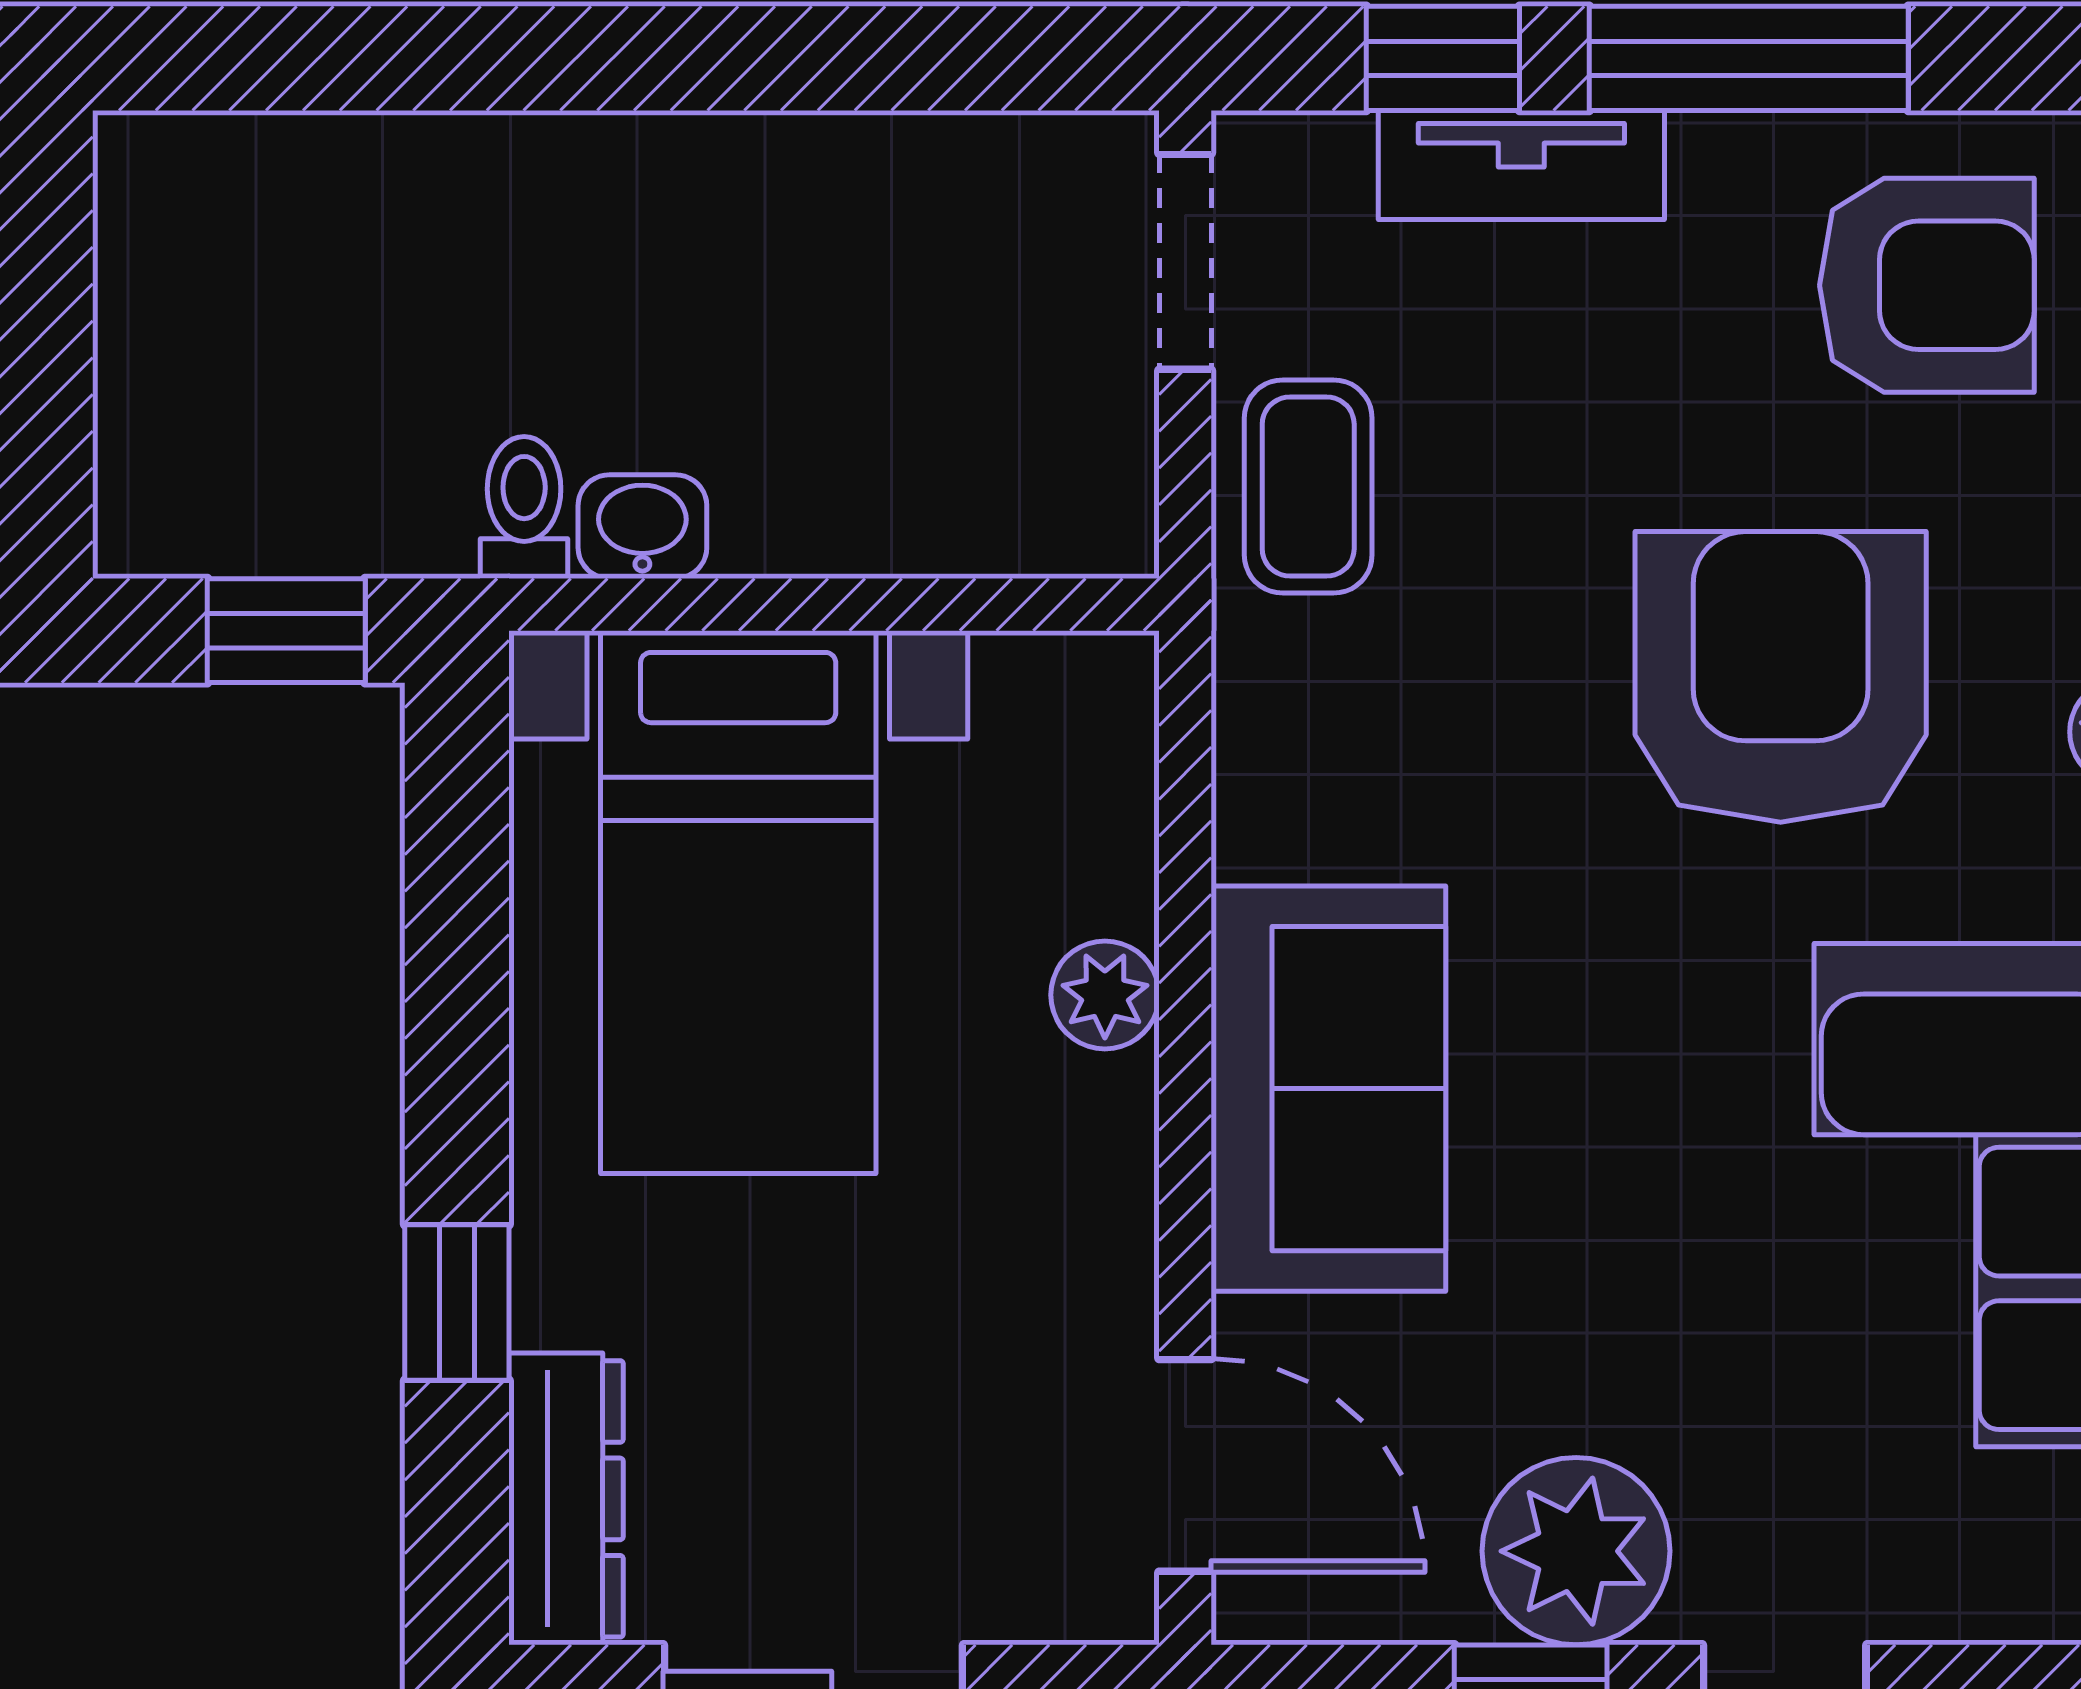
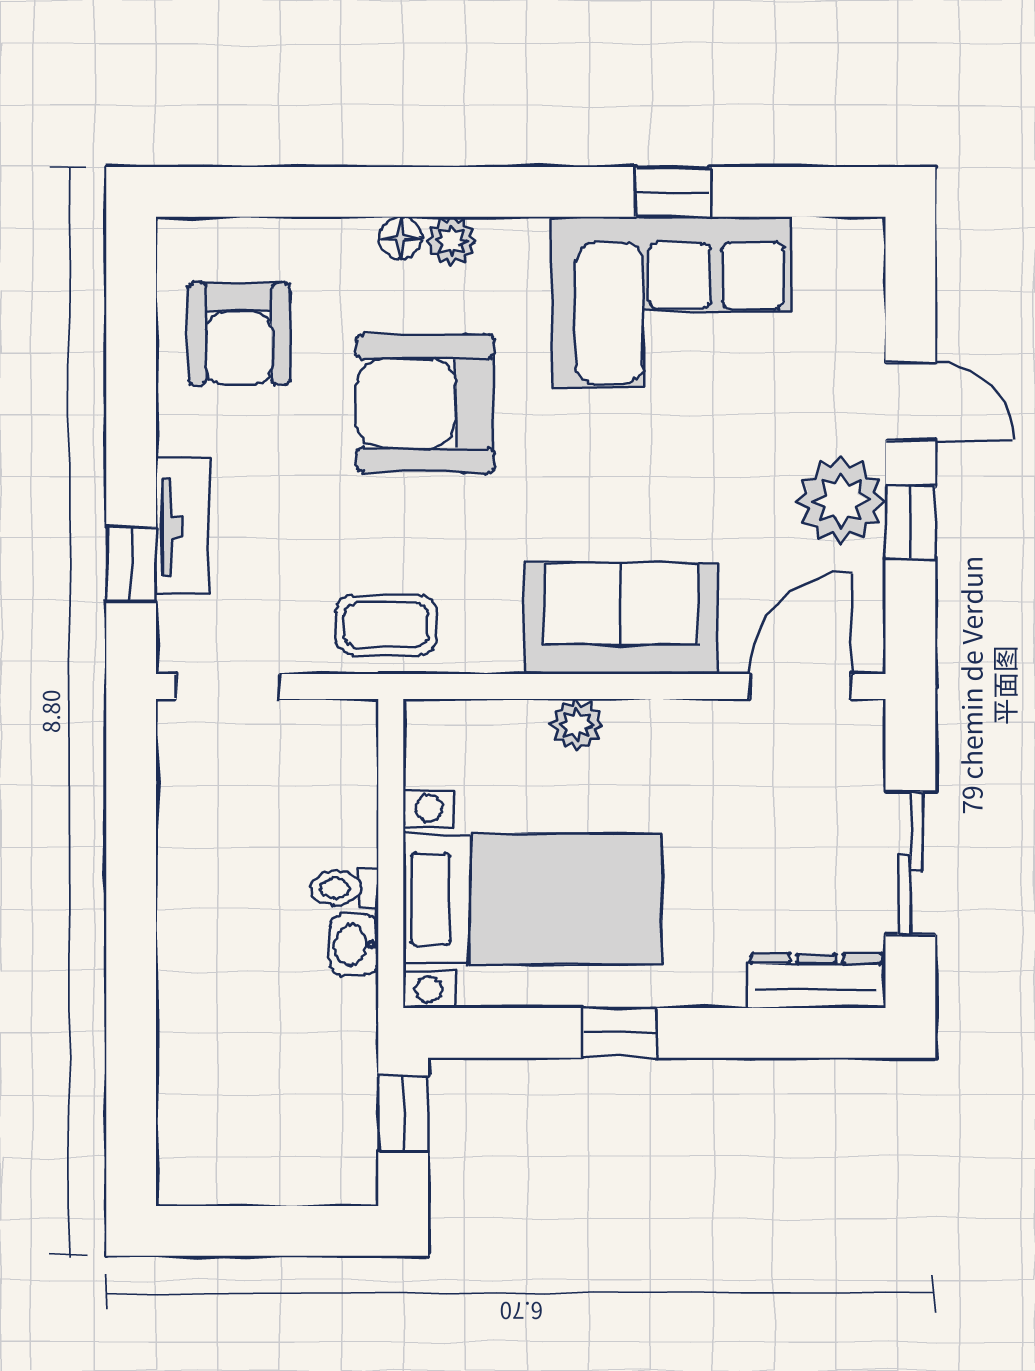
window: (1749, 58) -> (131, 419), removed
armchair: (1927, 285) -> (239, 334), turned 180
coffee table: (1308, 487) -> (386, 625), moved
toilet: (524, 507) -> (345, 888), moved
window: (457, 1302) -> (620, 1033), moved

